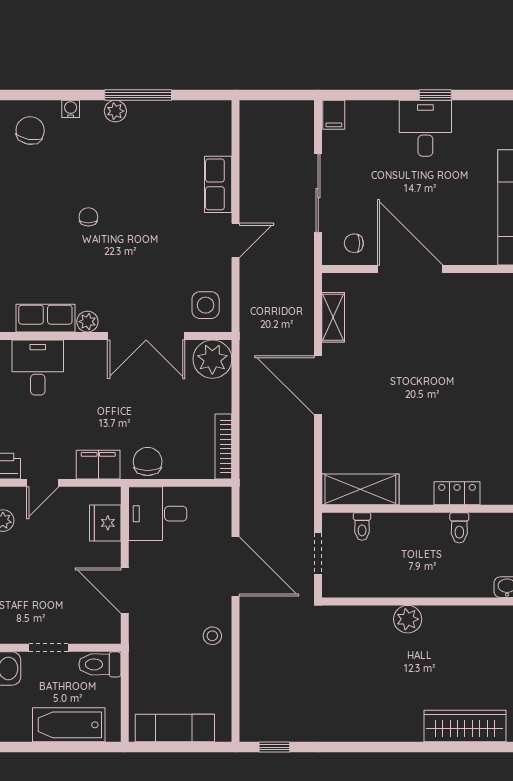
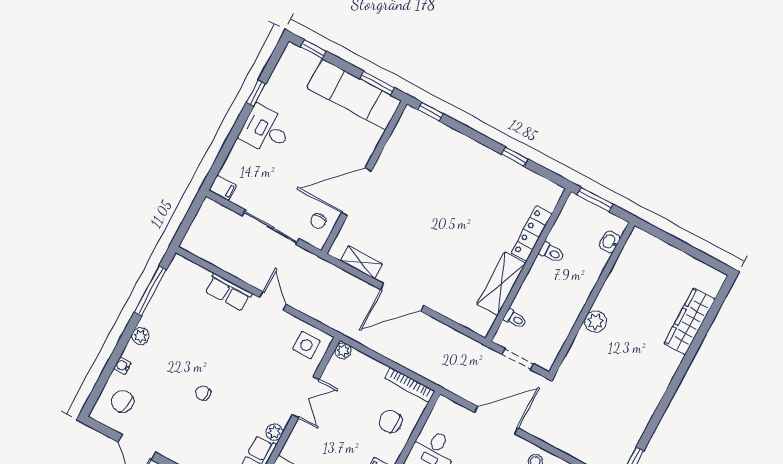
window: (138, 95) -> (150, 291), moved
window: (435, 95) -> (256, 93), moved
double door: (146, 336) -> (306, 397), width x0.73
plant: (212, 359) -> (343, 351), width x0.53, depth x0.53
chair: (148, 462) -> (391, 422), moved
shelving: (360, 489) -> (501, 284), moved
locker: (457, 493) -> (532, 233), width x1.53

